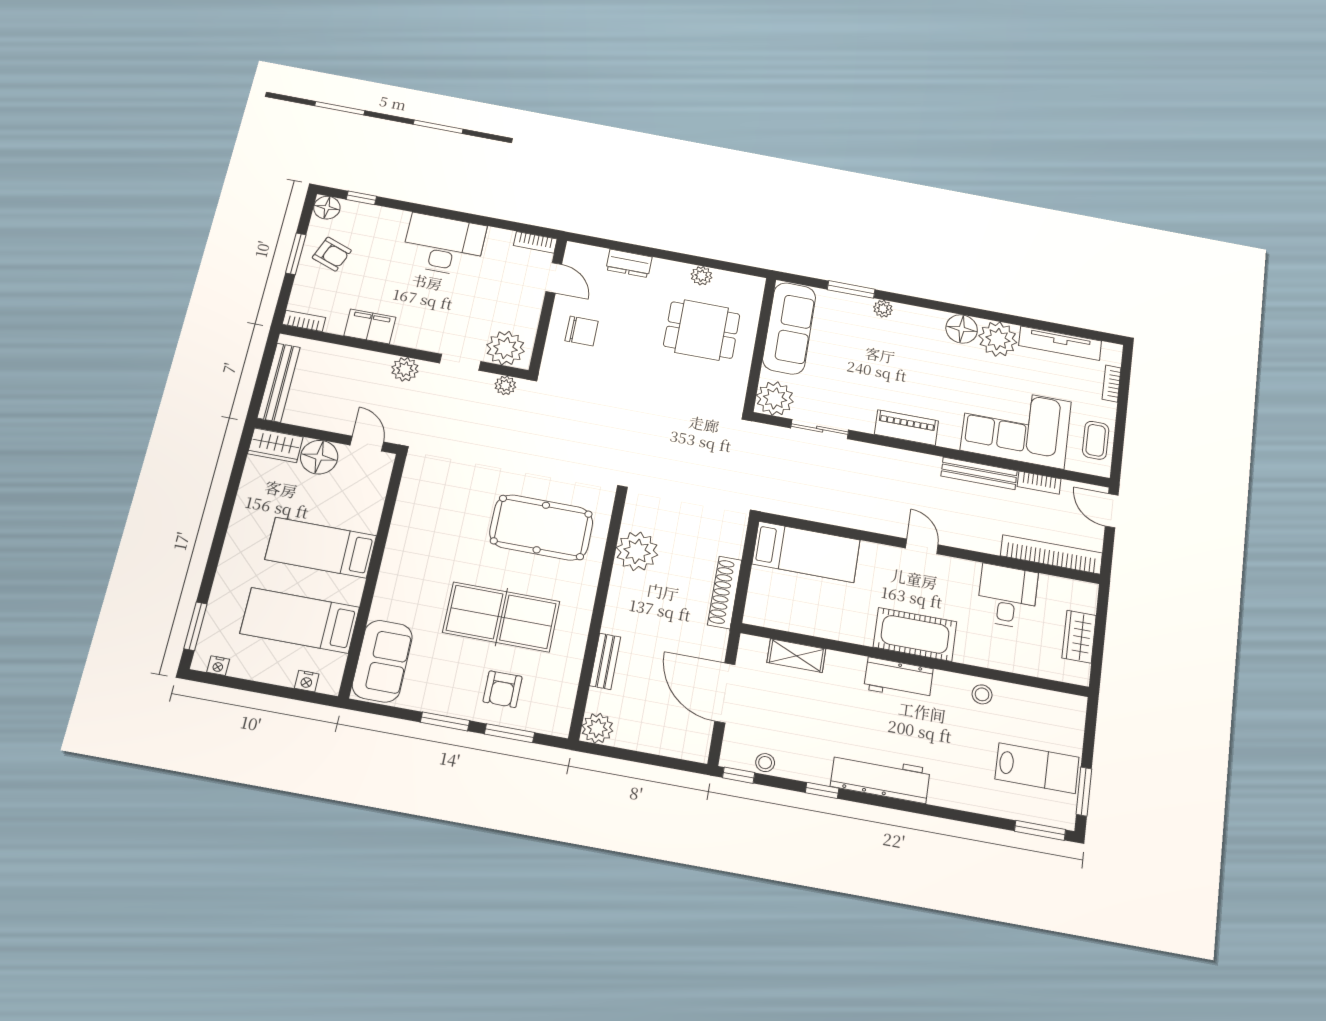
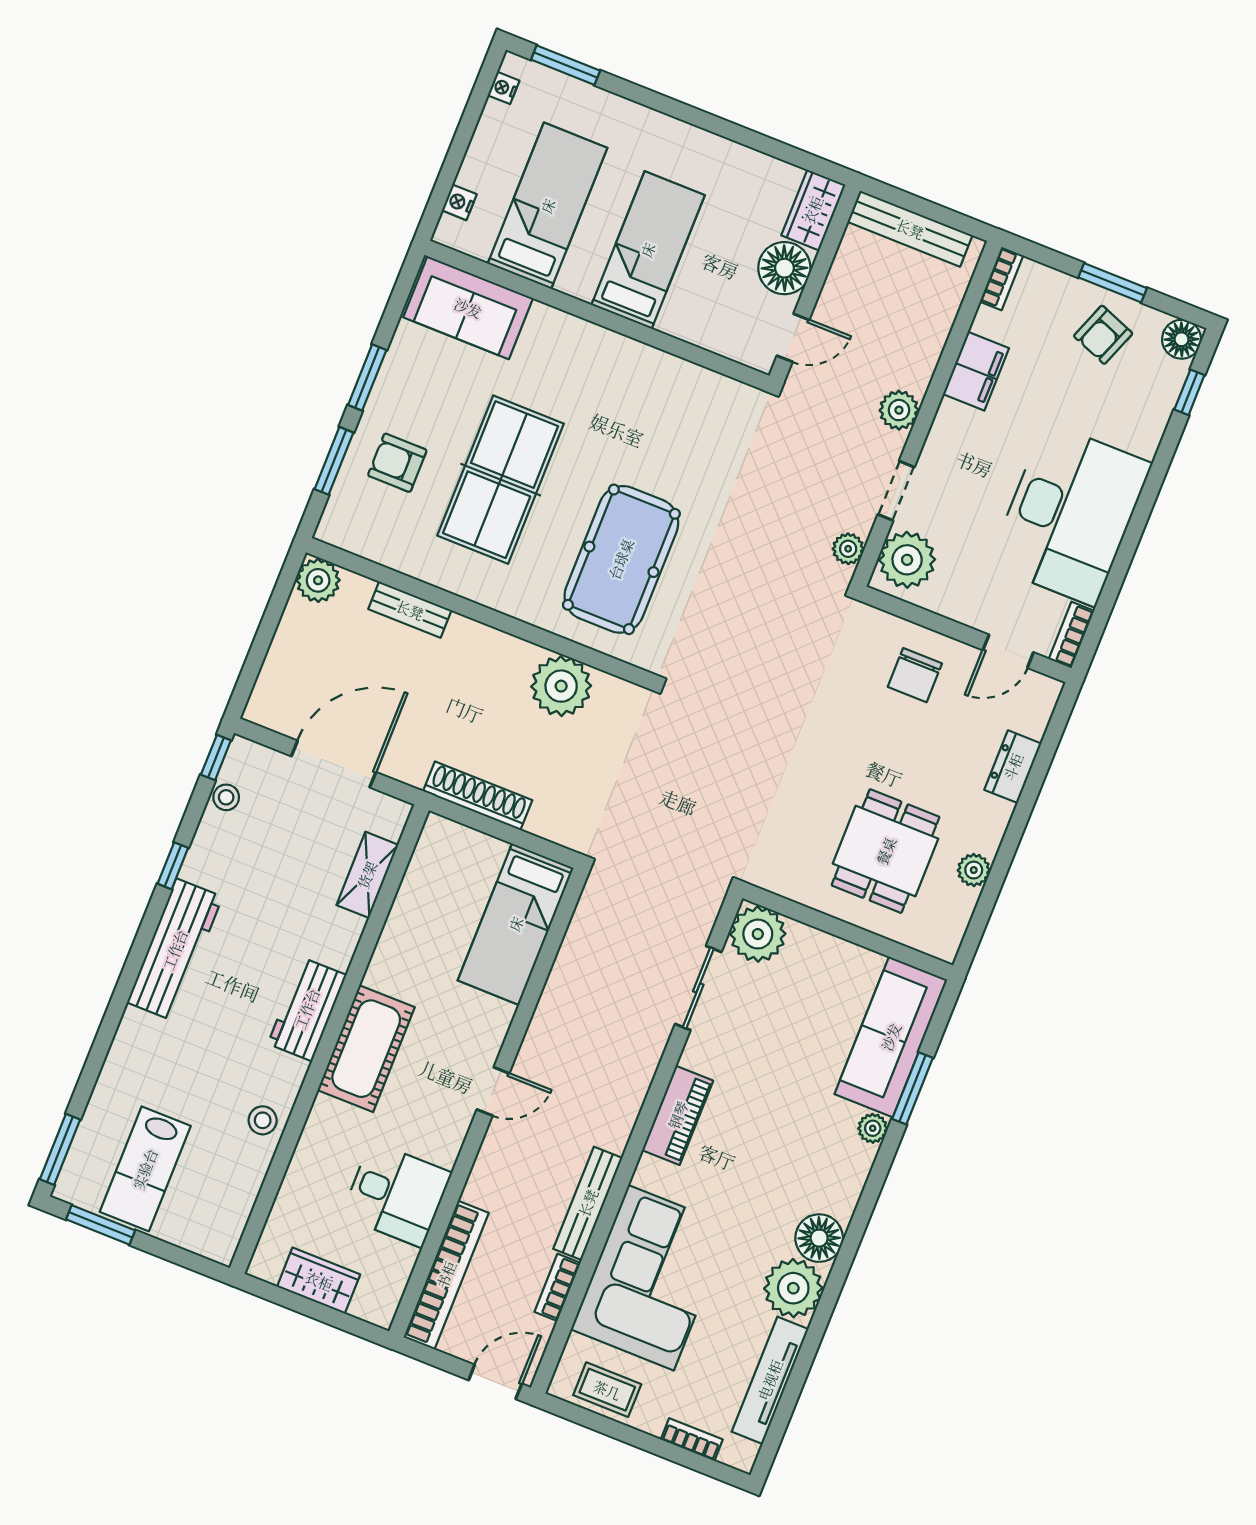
desk: (444, 245) -> (1070, 514), width x1.36, depth x1.30
sofa: (789, 328) -> (891, 1037), moved, turned 90

